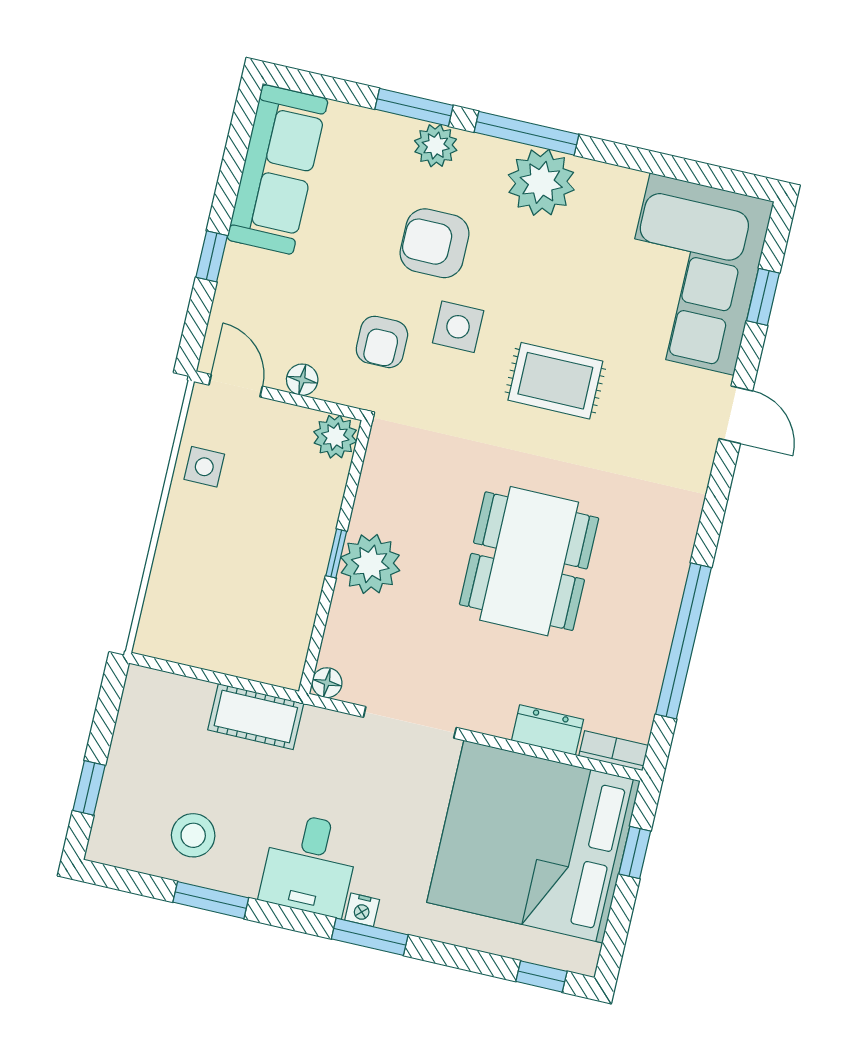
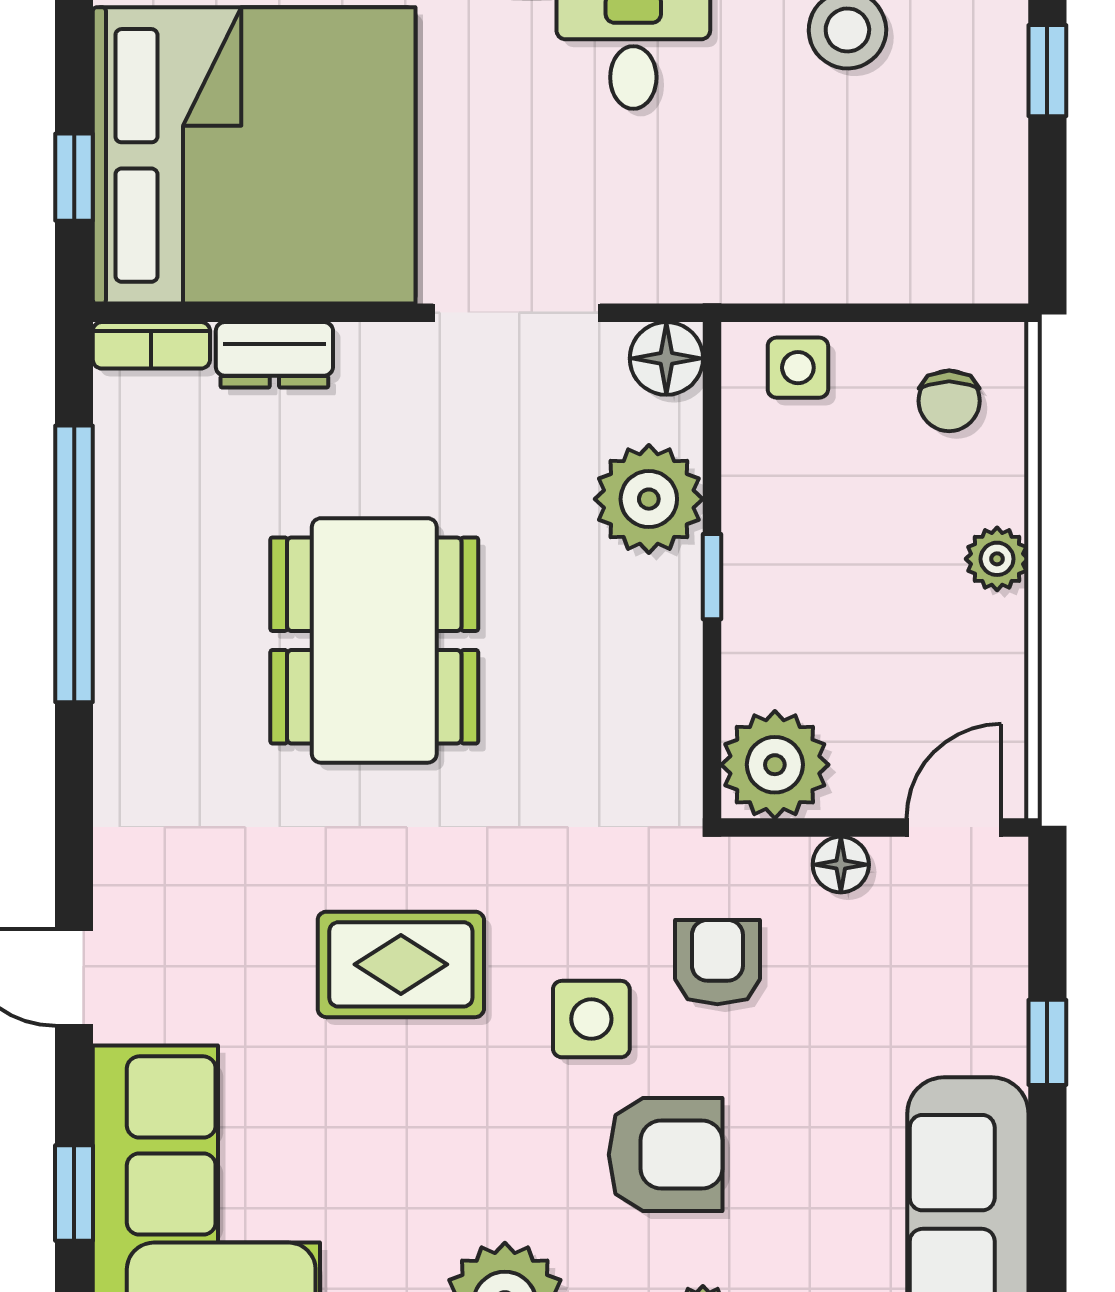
door: (236, 386) -> (954, 827), swing flipped
plant: (335, 437) -> (775, 765), width x1.36, depth x1.36
side table: (204, 467) -> (798, 368), moved
plant: (178, 527) -> (997, 559), added
plant: (370, 564) -> (649, 499), moved
chair: (184, 620) -> (949, 401), added
floor lamp: (327, 683) -> (666, 358), width x1.37, depth x1.37
cot: (256, 717) -> (786, 261), removed

